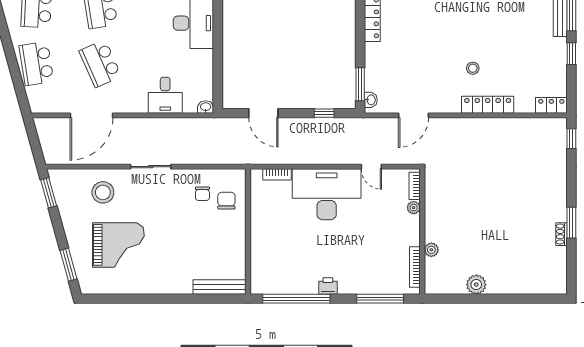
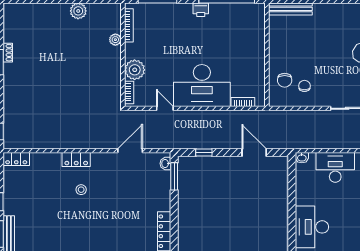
desk: (165, 95) -> (335, 167), width x1.37
locker: (488, 105) -> (76, 159), width x0.66
plant: (414, 208) -> (135, 70), width x1.88, depth x1.88

